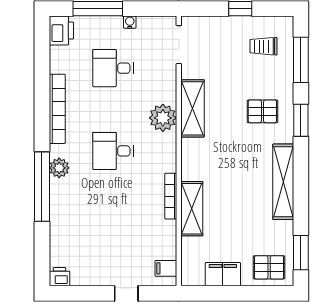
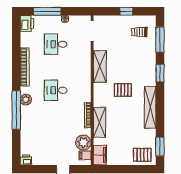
pallet: (262, 111) -> (123, 90), moved
plant: (163, 118) -> (83, 142), moved
filing cabinet: (223, 274) -> (100, 155), moved, turned 90

